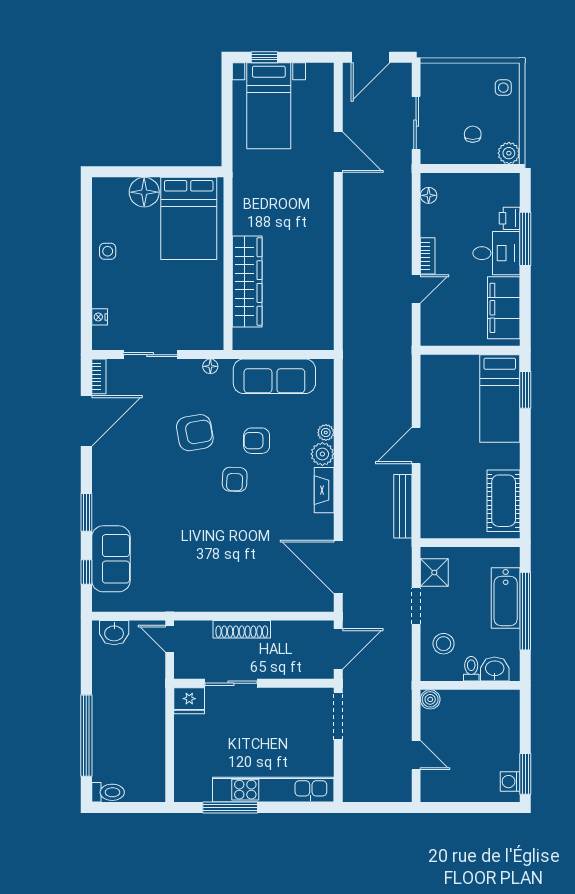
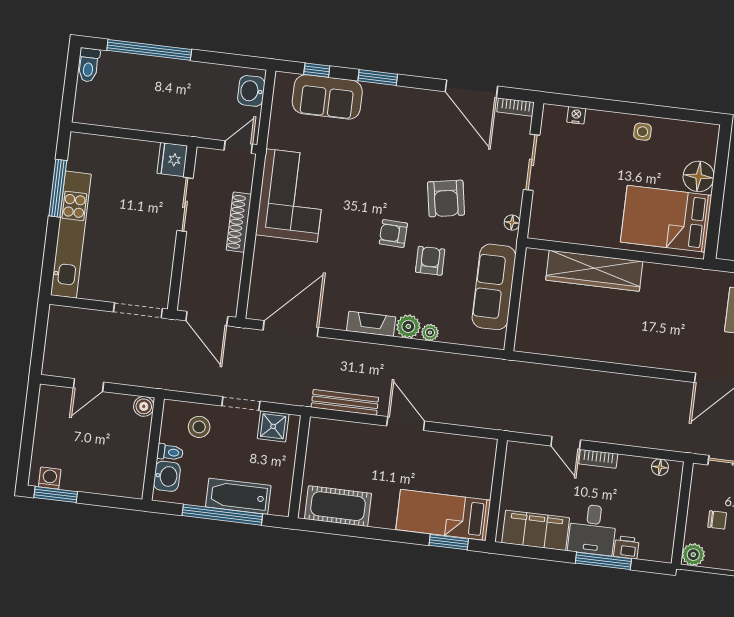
corner sofa: (210, 582) -> (291, 195), added

